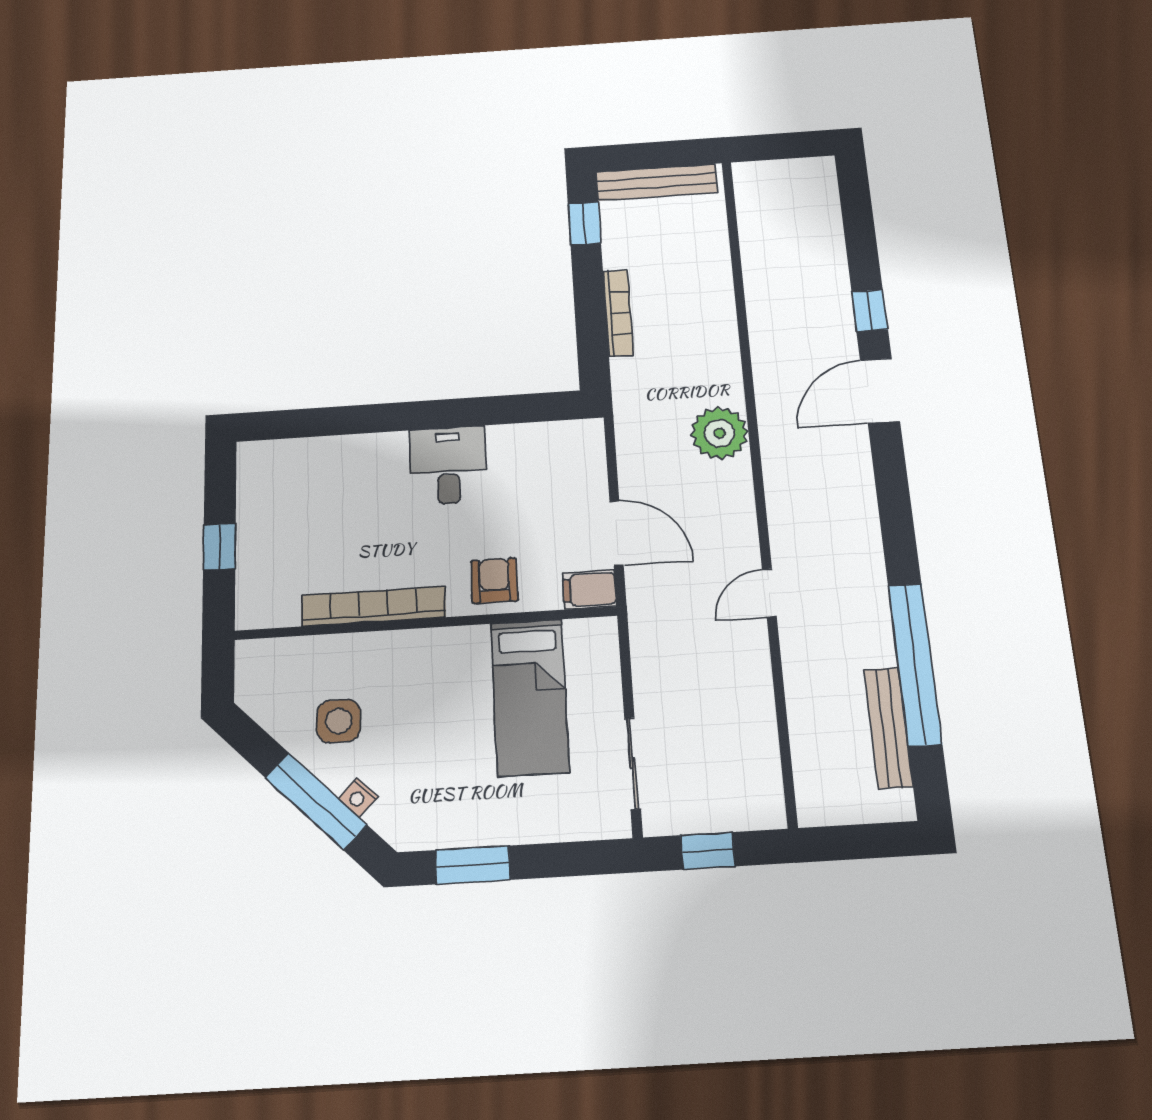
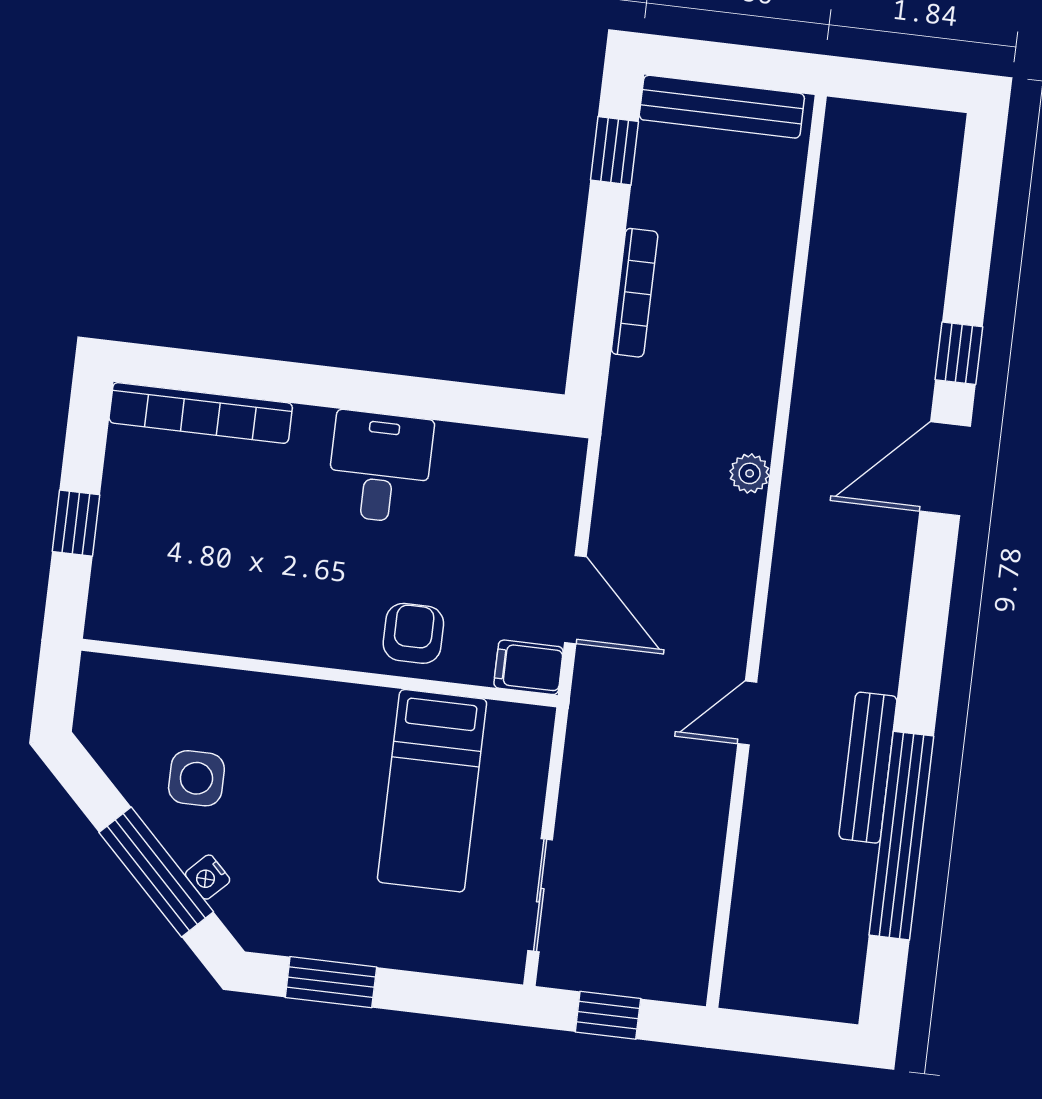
plant: (719, 433) -> (750, 473), width x0.53, depth x0.53
bookcase: (373, 606) -> (201, 413), moved, turned 180
bench: (888, 728) -> (868, 768), moved

